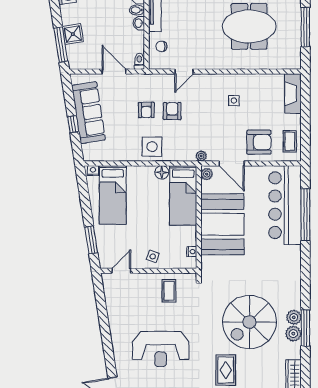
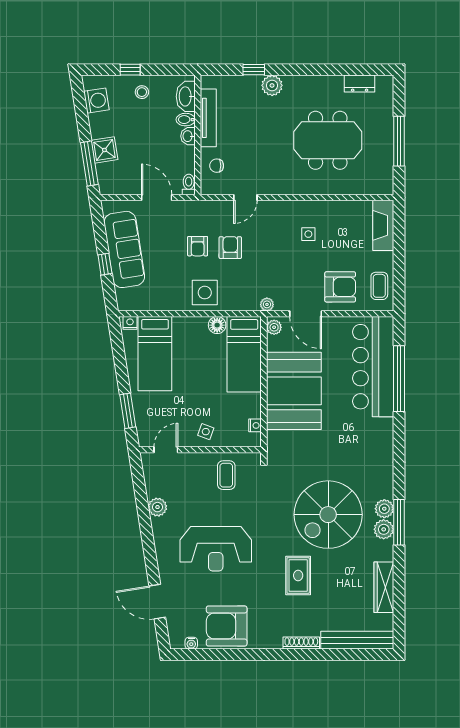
plant: (115, 316) -> (157, 507), added

